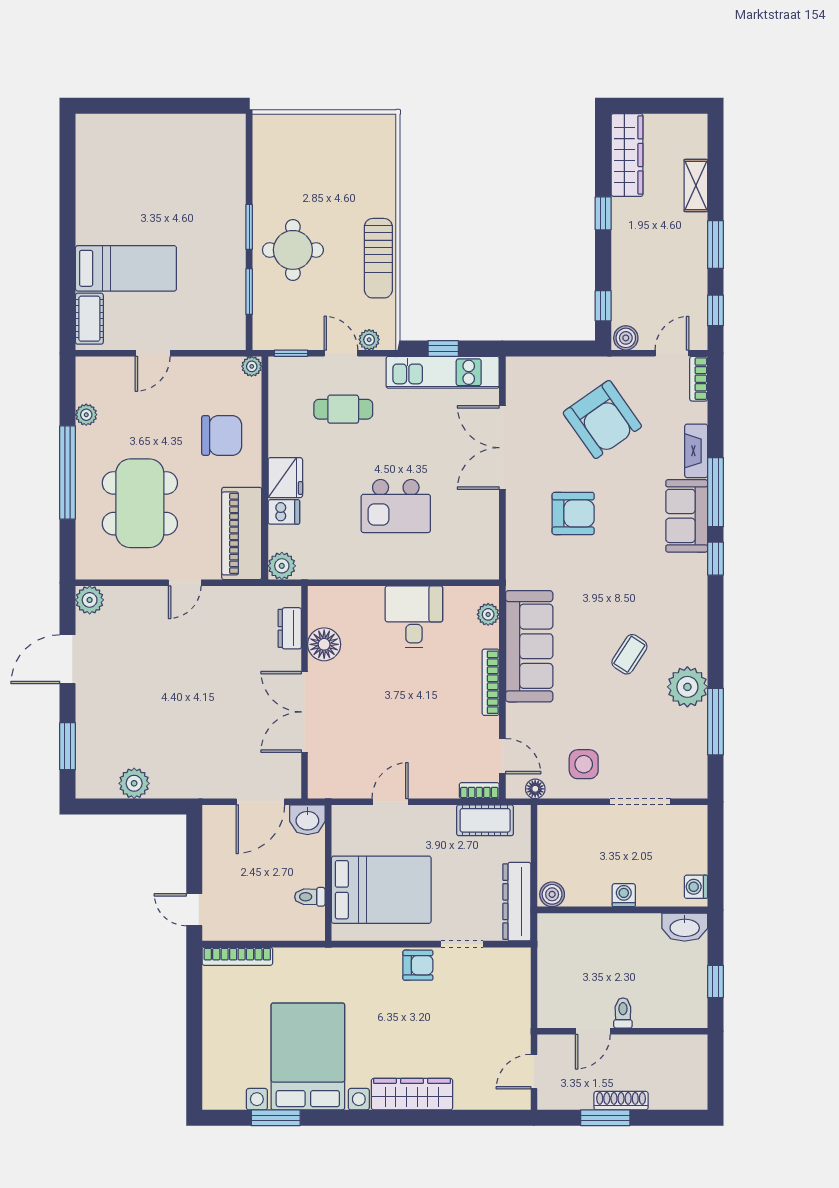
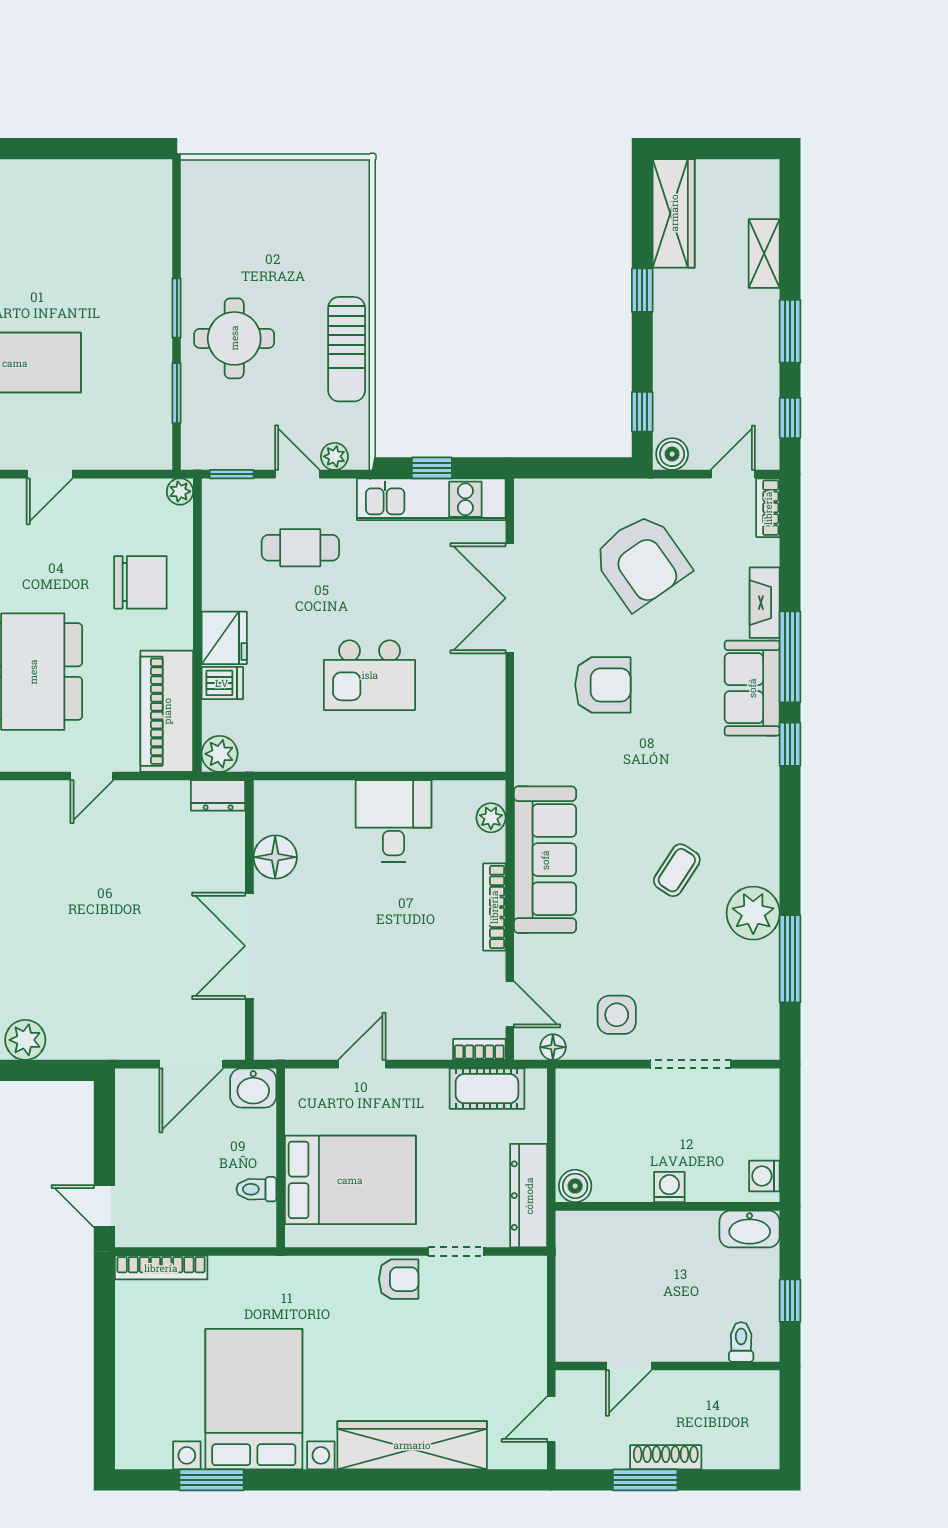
dresser: (290, 628) -> (218, 795), moved, turned -90
toilet: (623, 1013) -> (741, 1342), moved
wardrobe: (412, 1094) -> (412, 1445), width x1.40, depth x1.17

